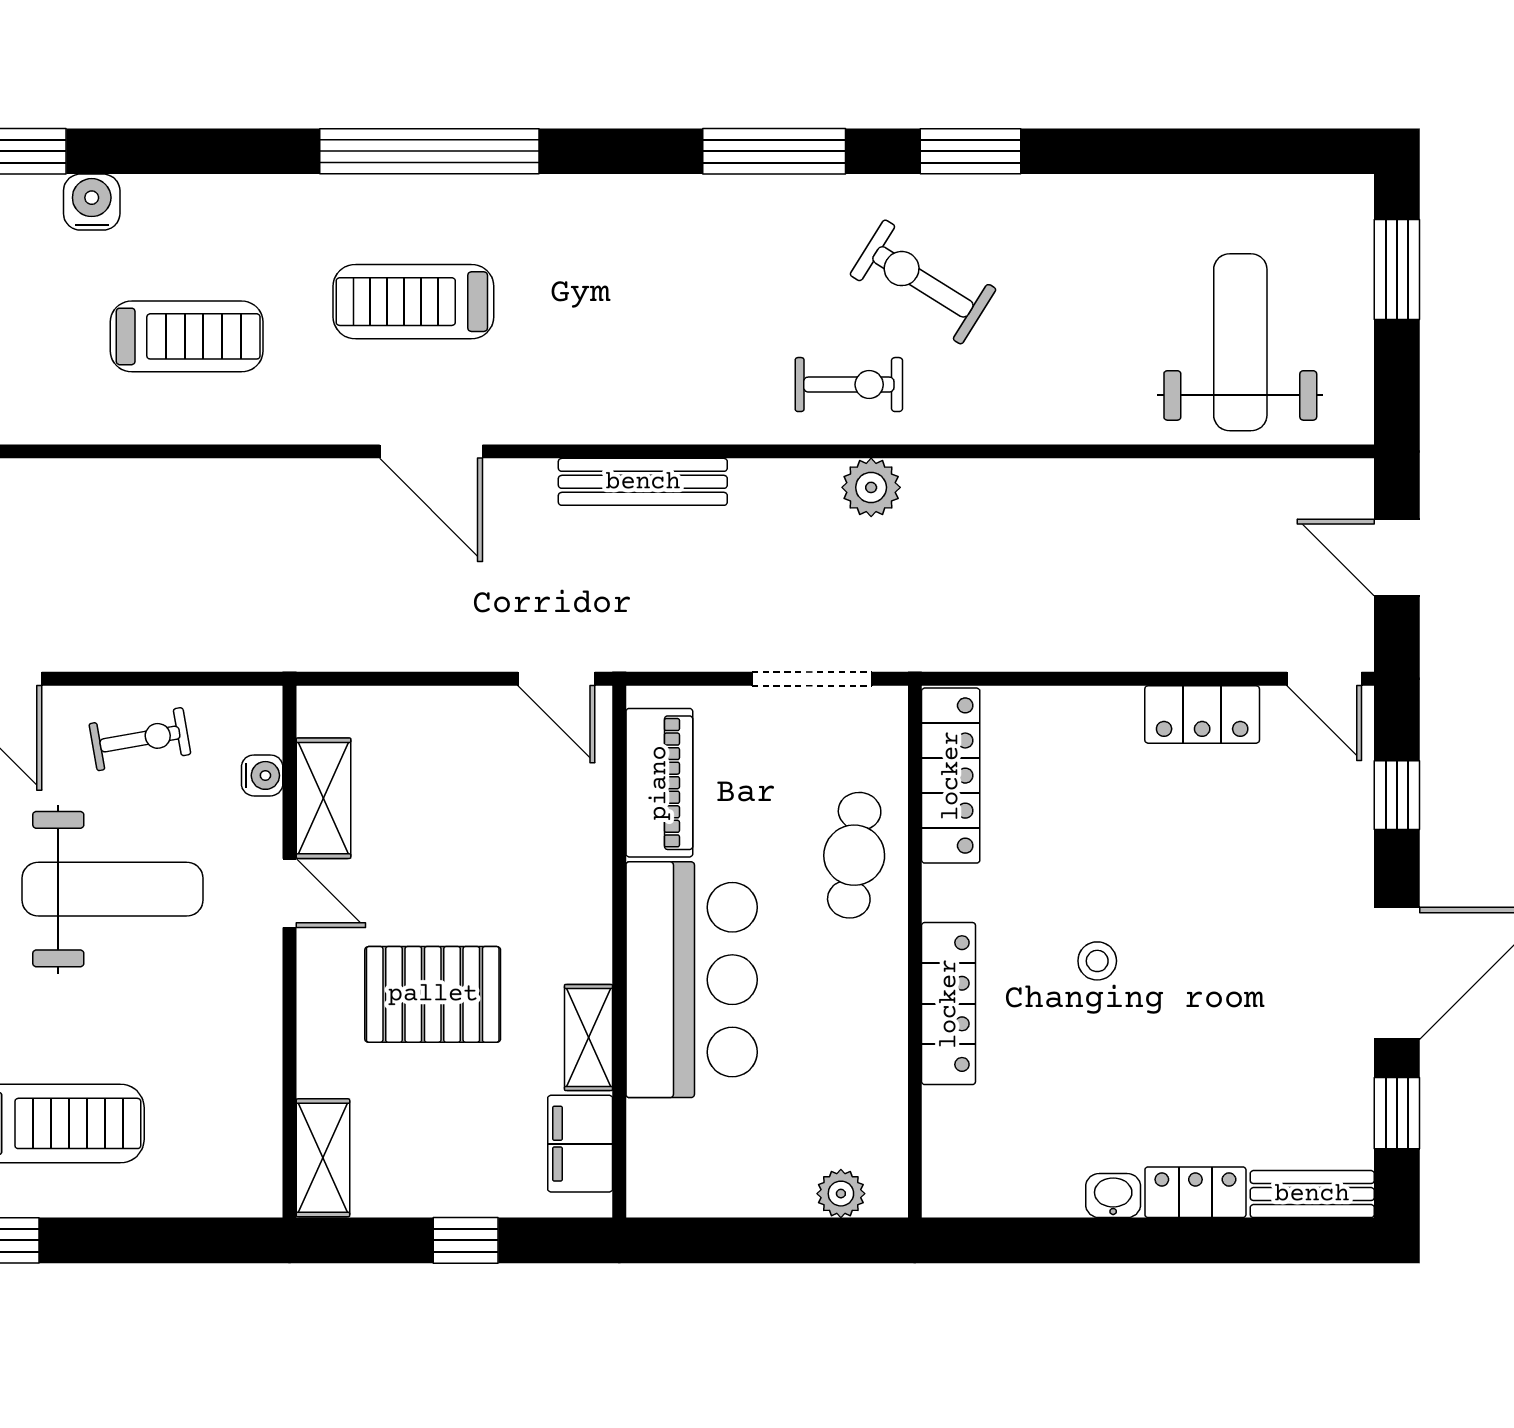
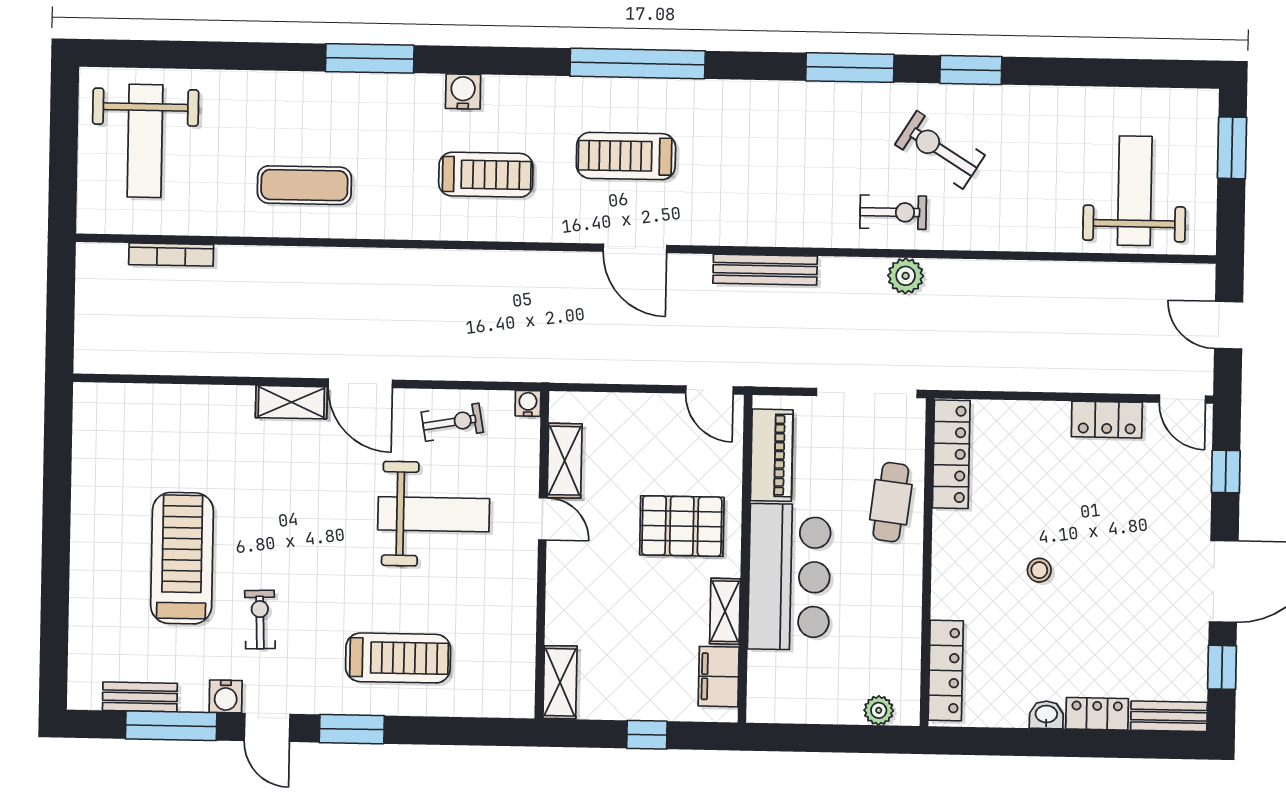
water cooler: (92, 202) -> (463, 91), moved
doorway: (812, 679) -> (867, 393), width x1.36
water cooler: (262, 775) -> (528, 403), moved, turned -90
pallet: (433, 994) -> (682, 526), moved
locker: (949, 1004) -> (946, 671), moved

